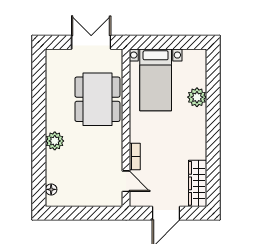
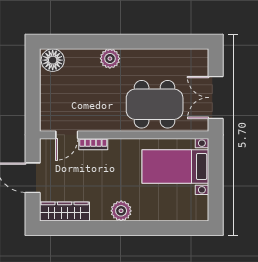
double door: (91, 42) -> (216, 98), swing flipped
plant: (197, 97) -> (121, 211), moved
floor lamp: (51, 189) -> (53, 60), width x1.89, depth x1.89

